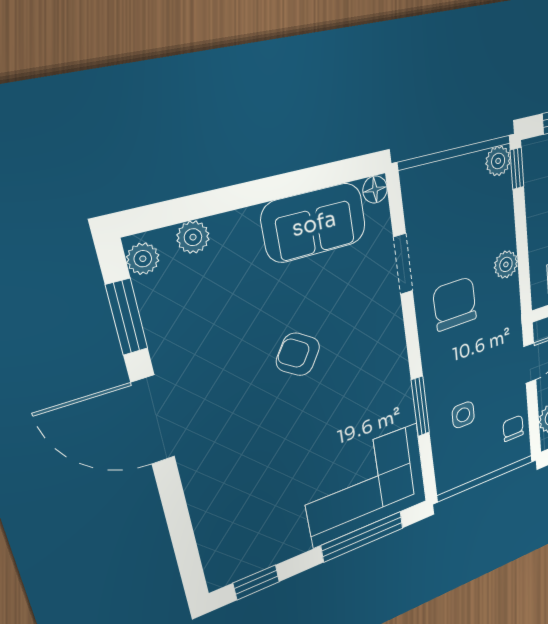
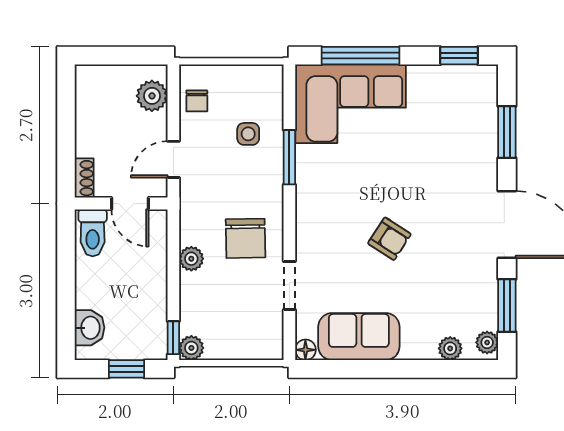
window: (180, 527) -> (507, 132), added

